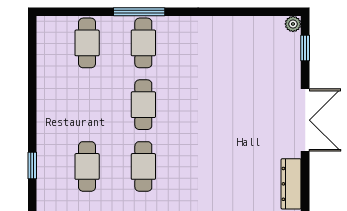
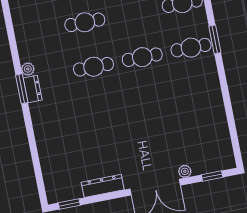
window: (139, 12) -> (215, 39), width x0.69
plant: (293, 24) -> (185, 171), moved

